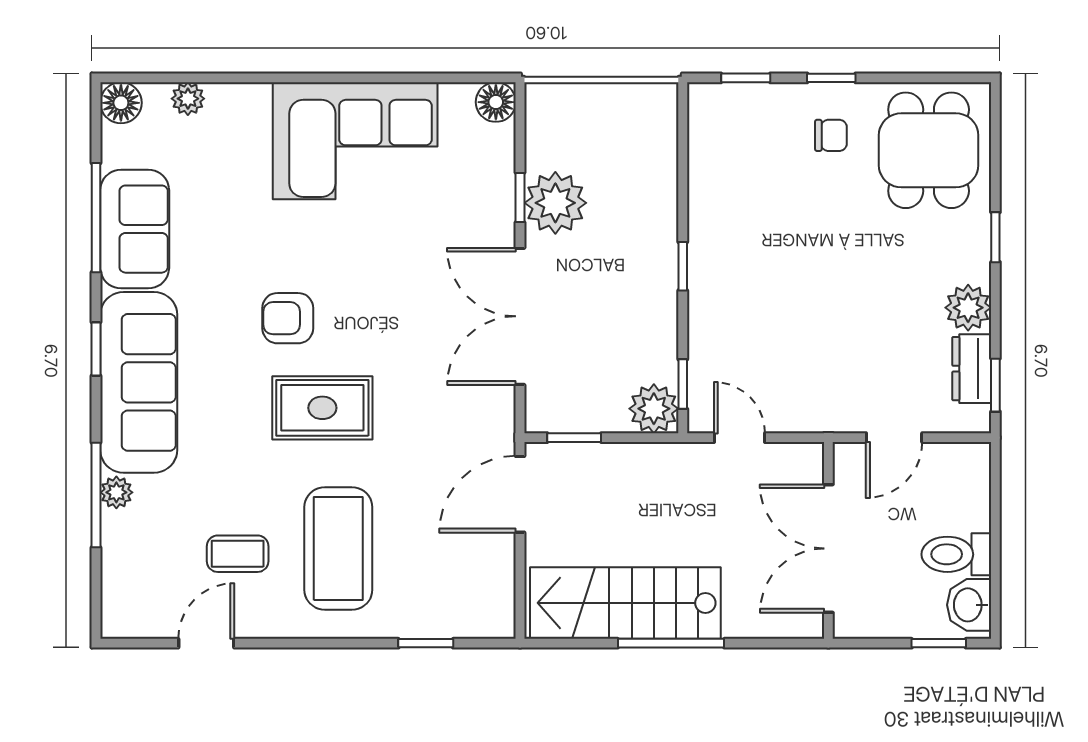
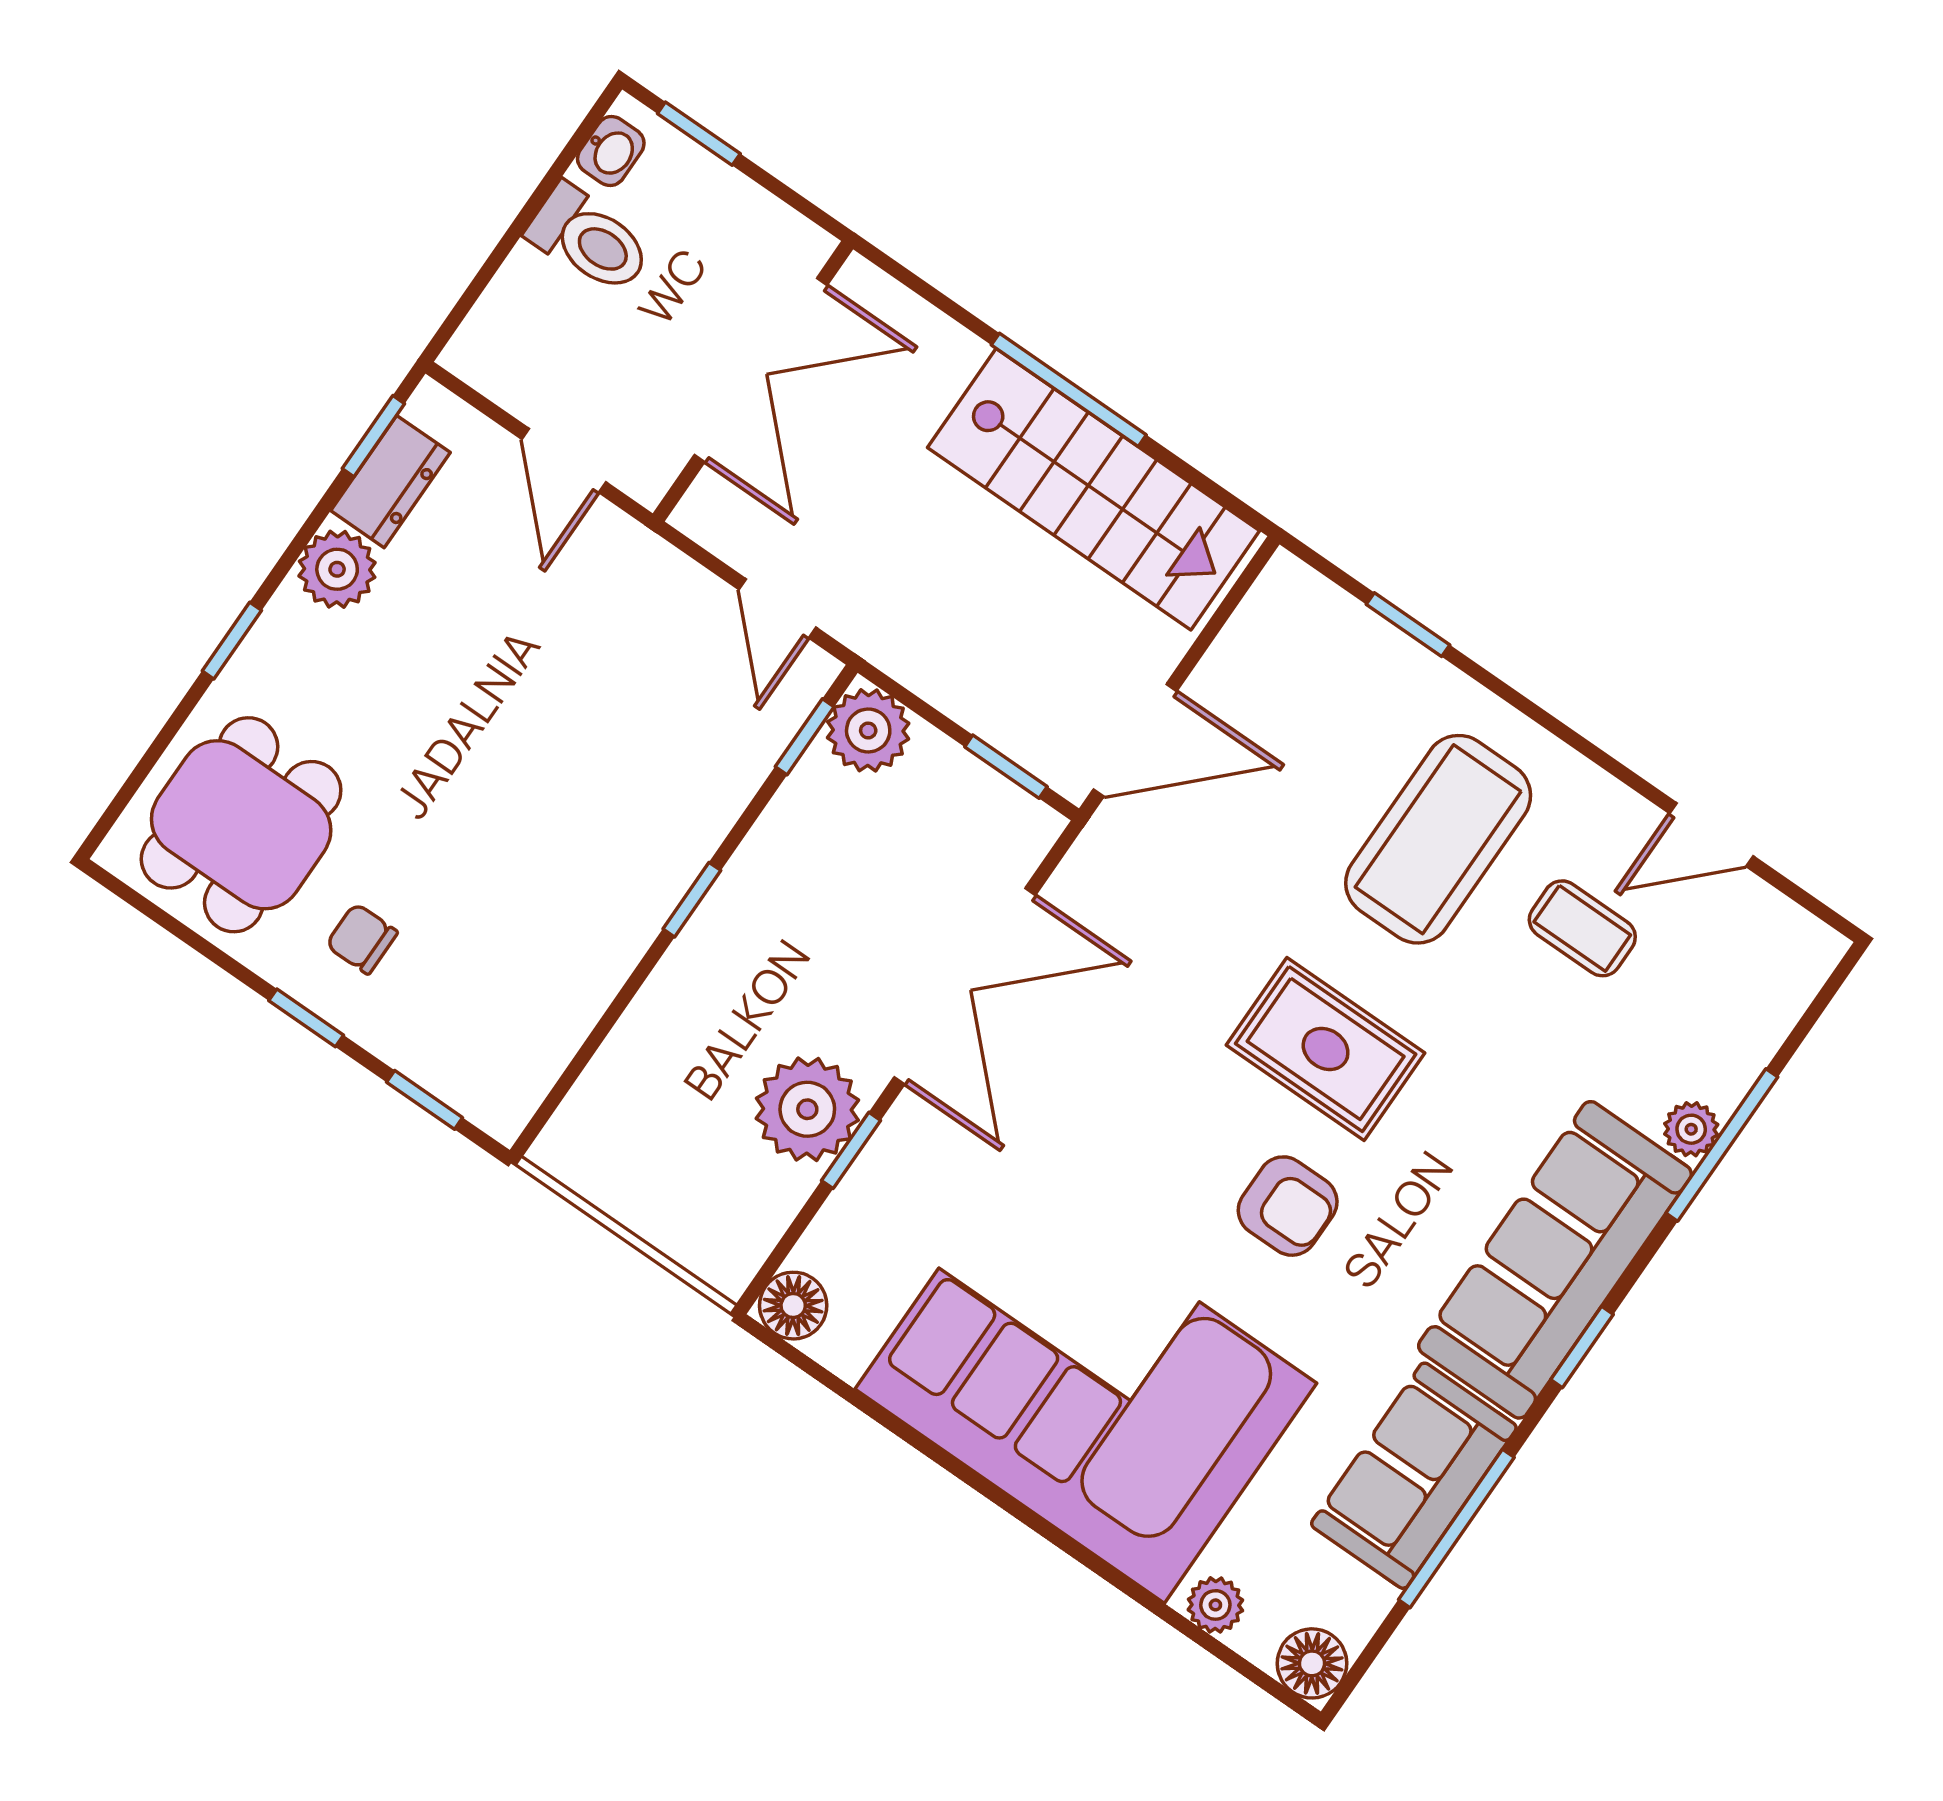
corner sofa: (355, 141) -> (1086, 1386), width x1.36, depth x1.36
door: (894, 438) -> (564, 461), swing flipped
washbasin: (969, 605) -> (611, 151), width x0.72, depth x0.69

